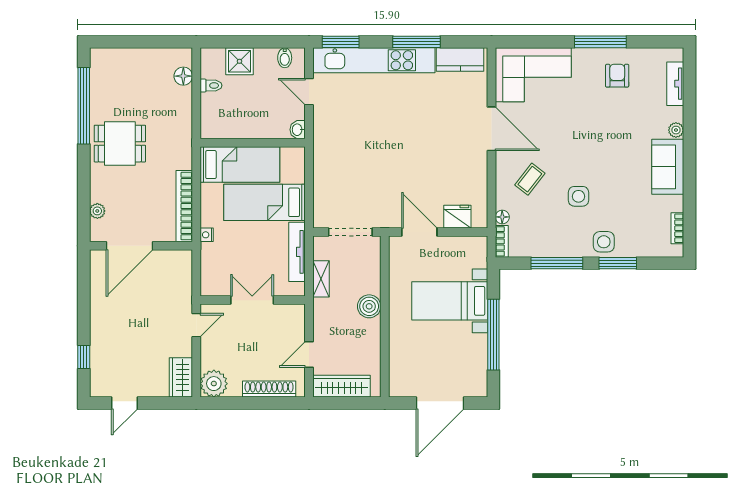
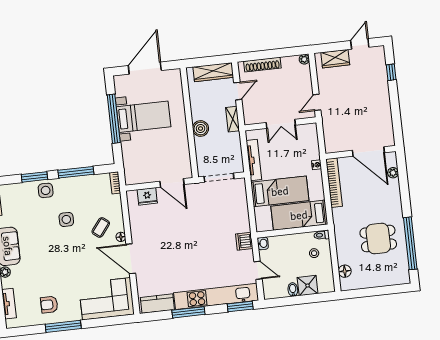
bidet: (285, 58) -> (293, 290), moved
armchair: (617, 76) -> (49, 305), turned 90
toilet: (211, 85) -> (322, 235), moved
stool: (225, 107) -> (314, 253), added
dishwasher: (324, 136) -> (244, 241), added
dining table: (120, 144) -> (378, 239), moved
floor lamp: (502, 217) -> (121, 237), moved
door: (130, 246) -> (368, 151), swing flipped
shelving: (321, 279) -> (233, 119), moved
bed with nightstands: (450, 301) -> (144, 117), moved
wardrobe: (181, 377) -> (335, 59), moved, turned 90
plant: (214, 384) -> (304, 59), width x0.53, depth x0.53

